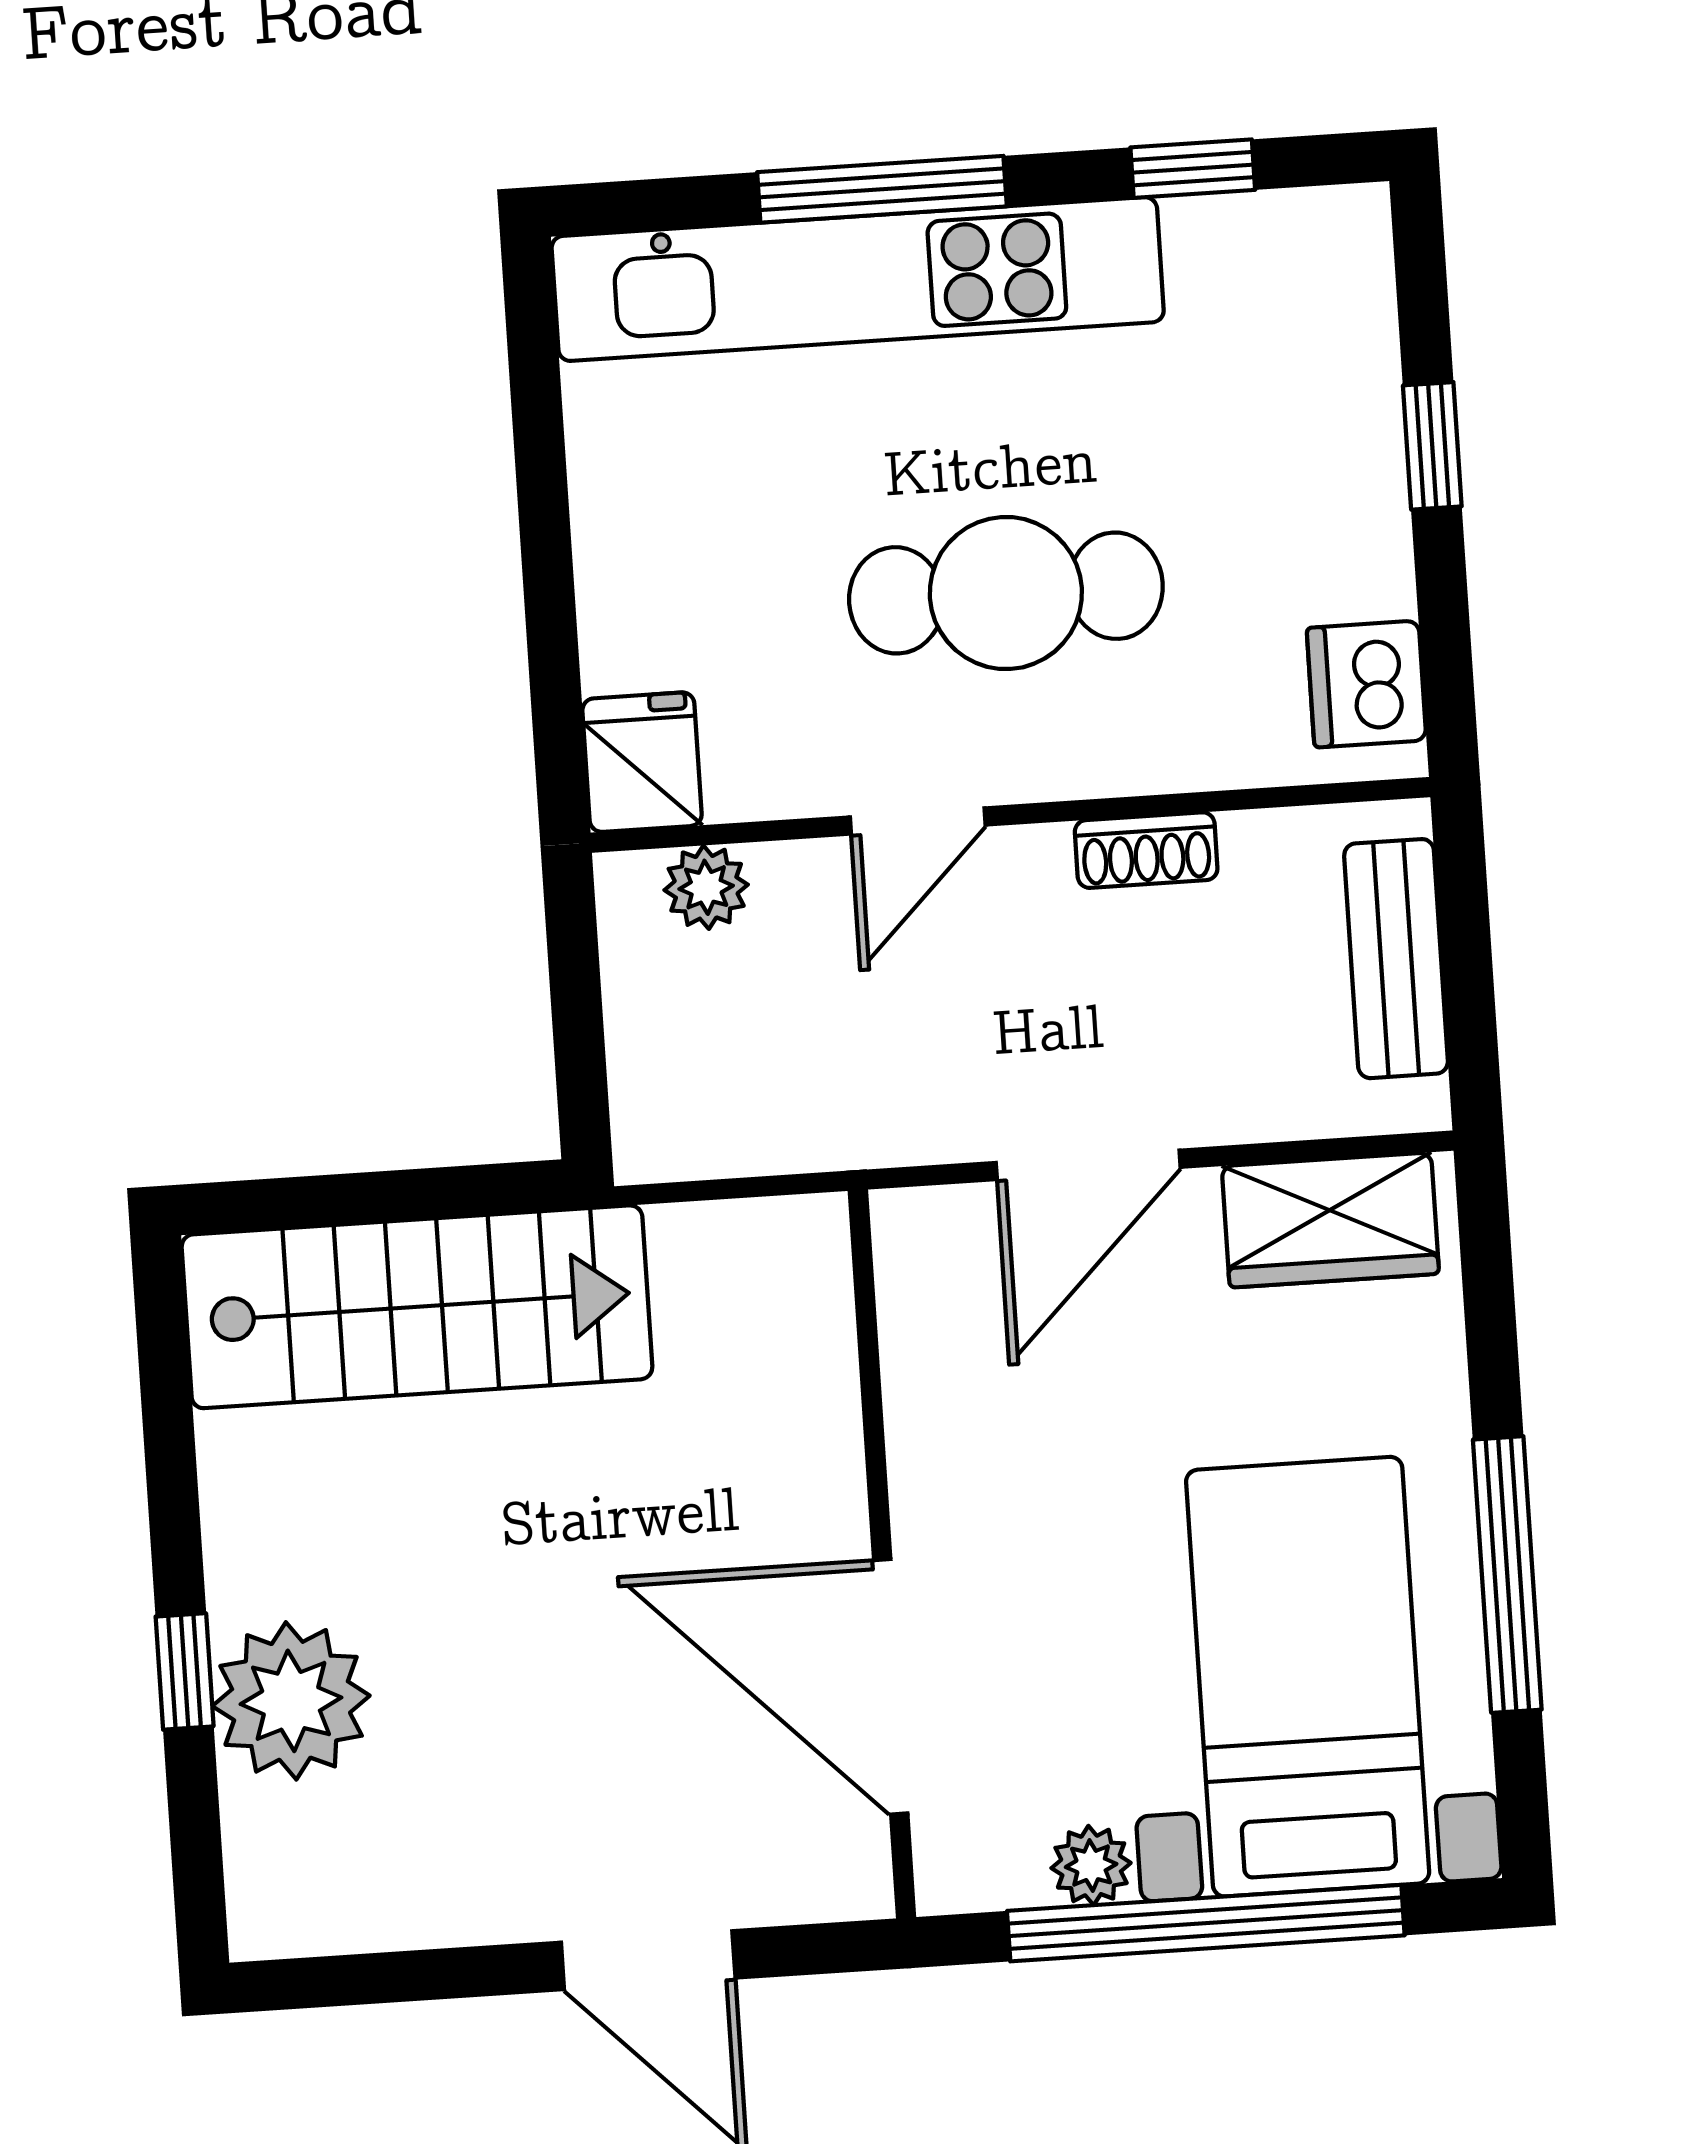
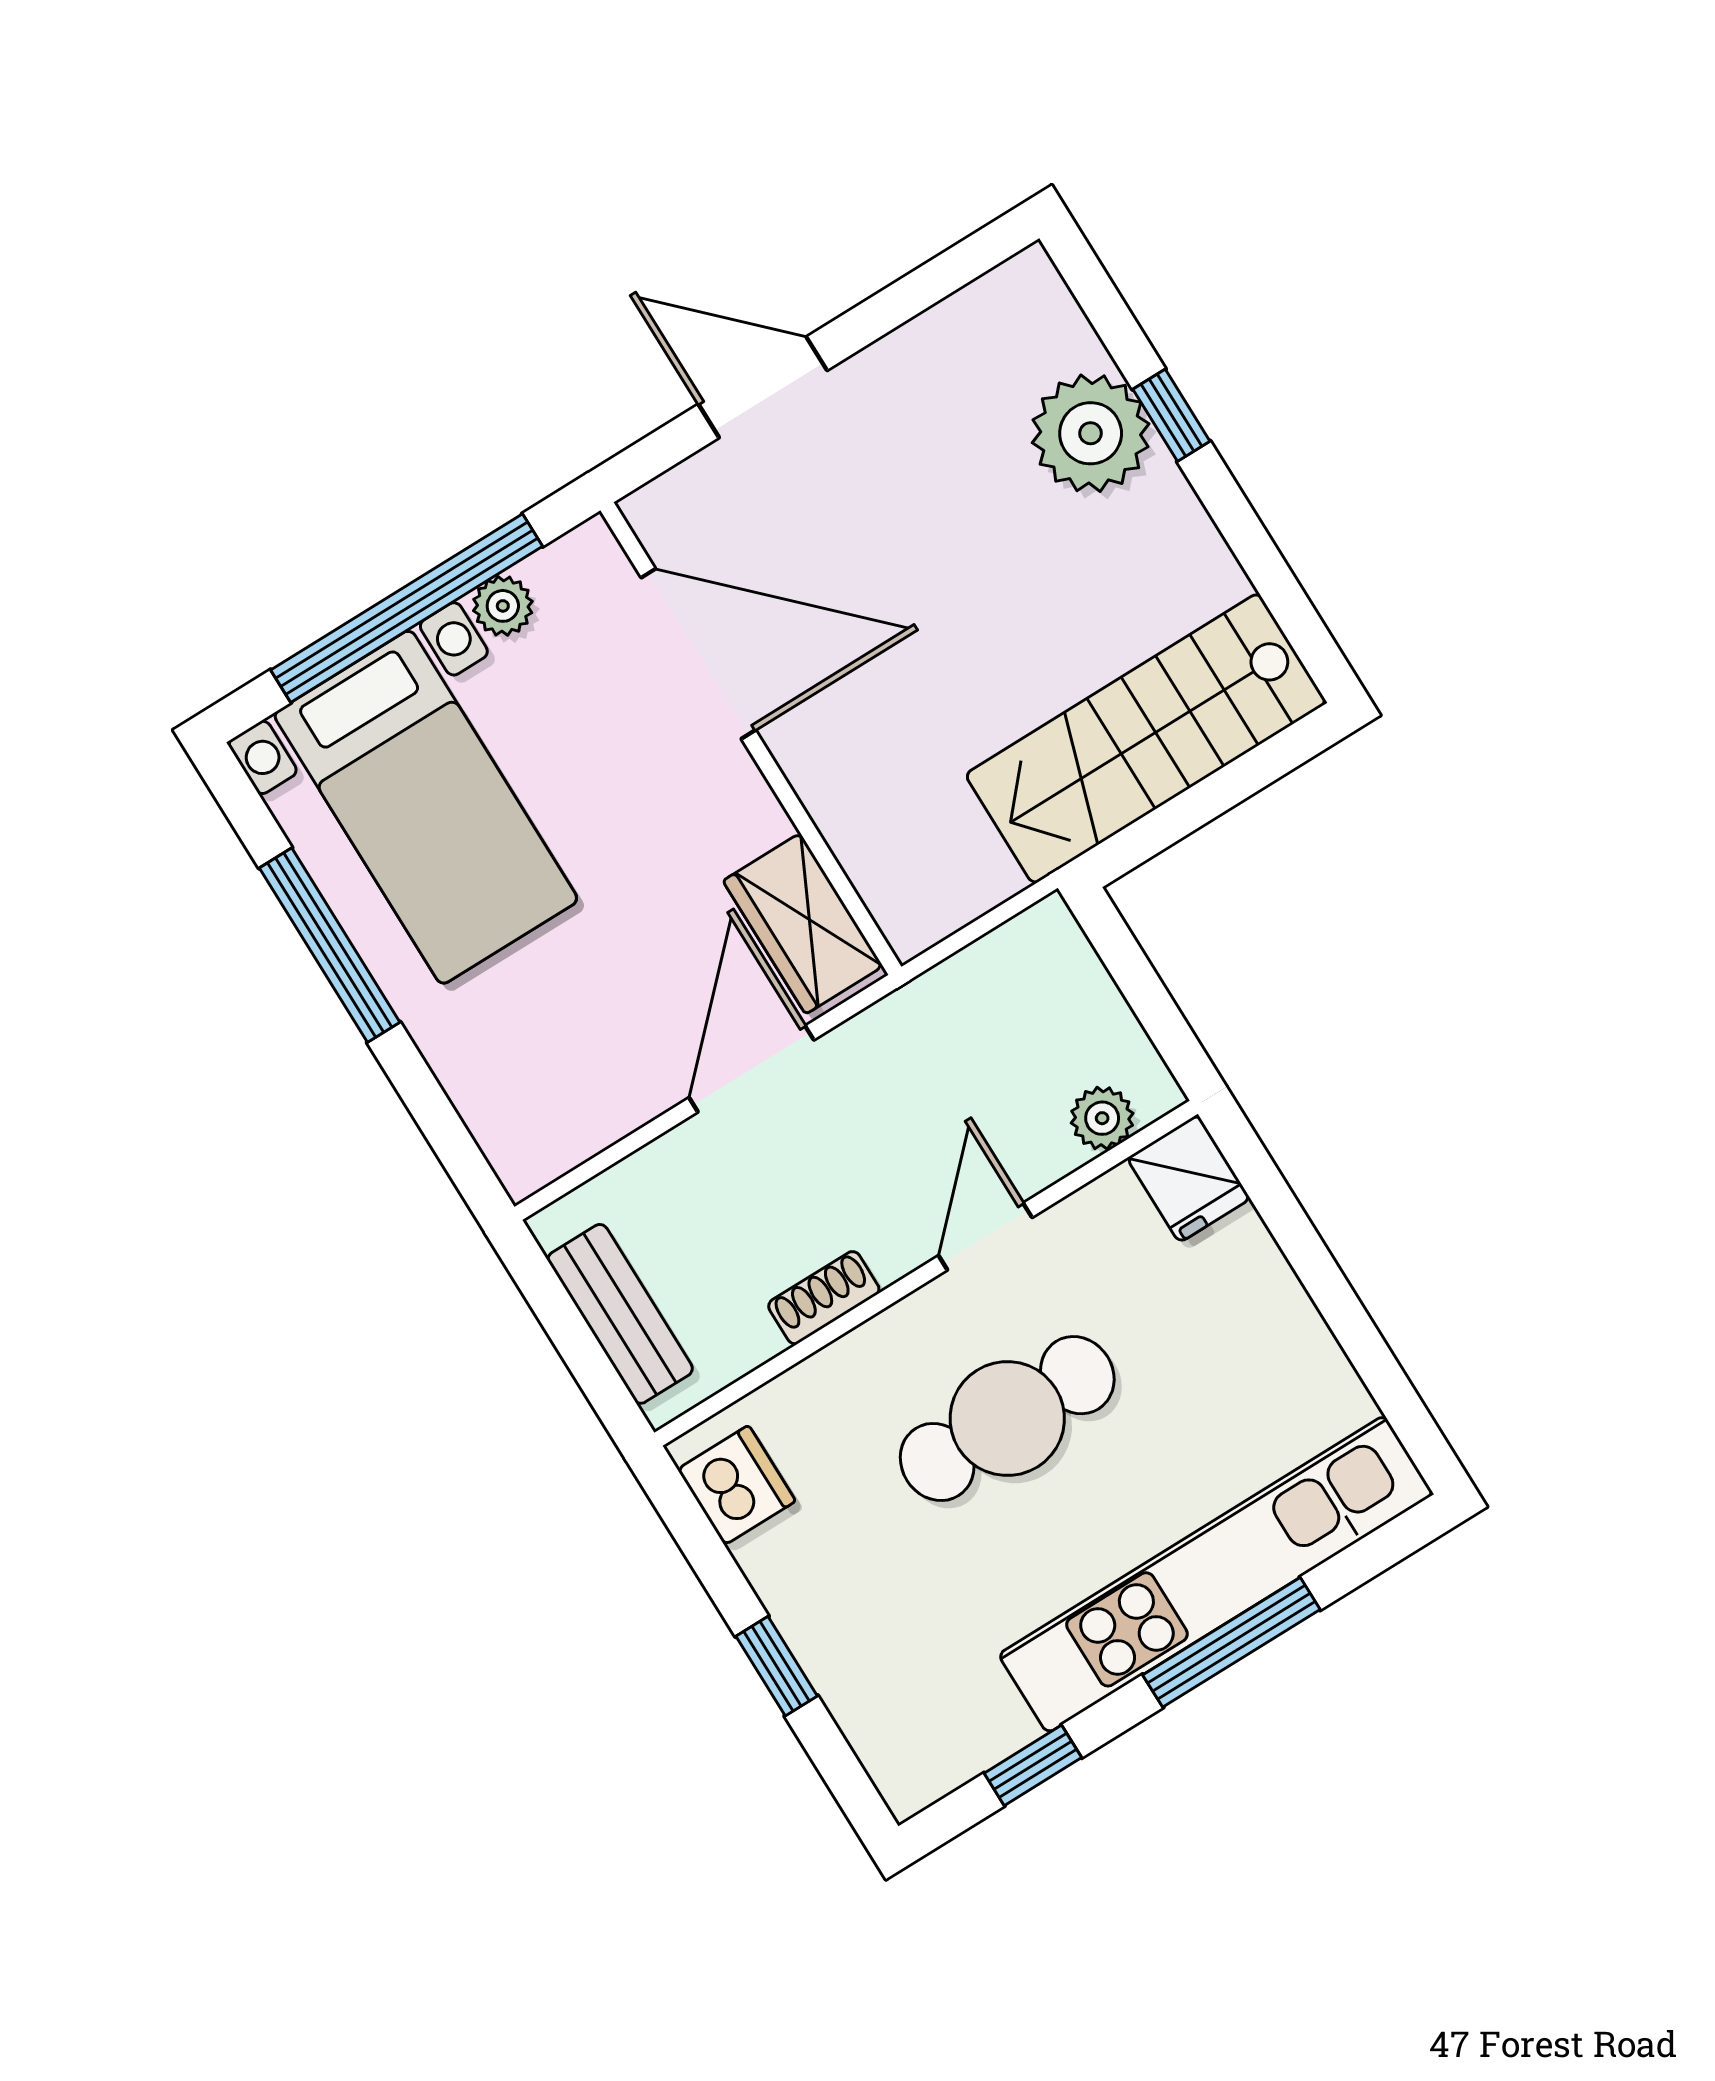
wardrobe: (1330, 1220) -> (803, 923), moved, turned -90

